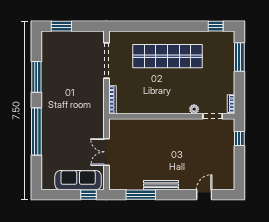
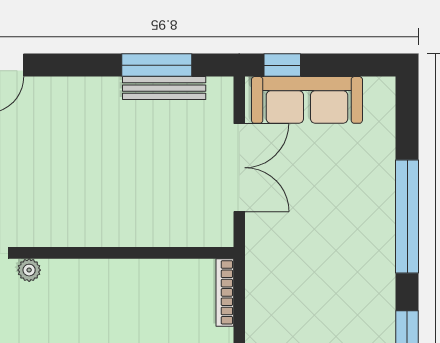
double door: (106, 152) -> (239, 168), width x1.37
bench: (161, 185) -> (164, 88), moved

